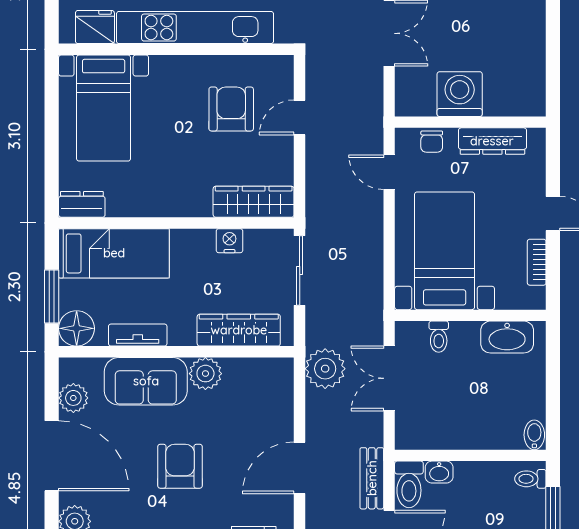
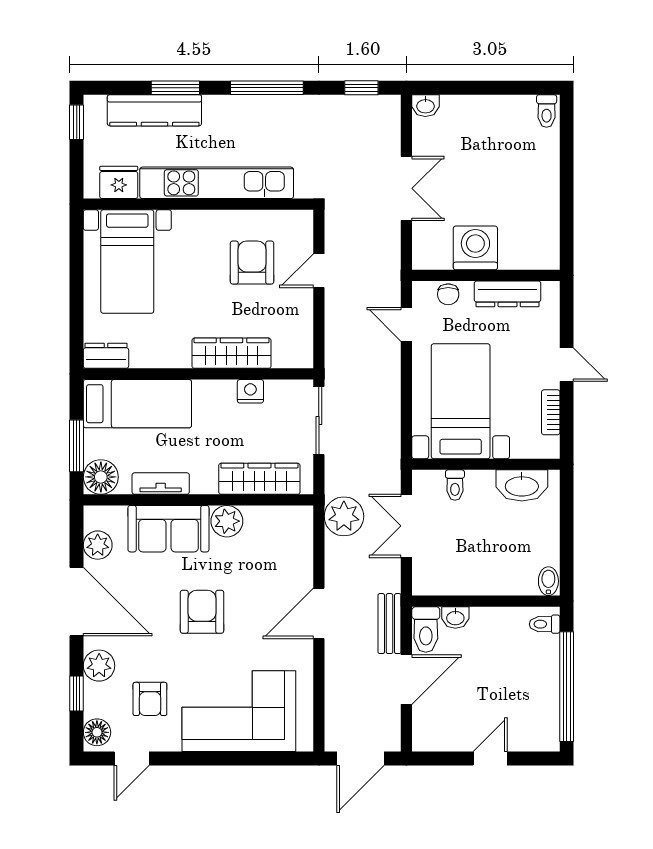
wardrobe: (254, 202) -> (231, 353), moved

